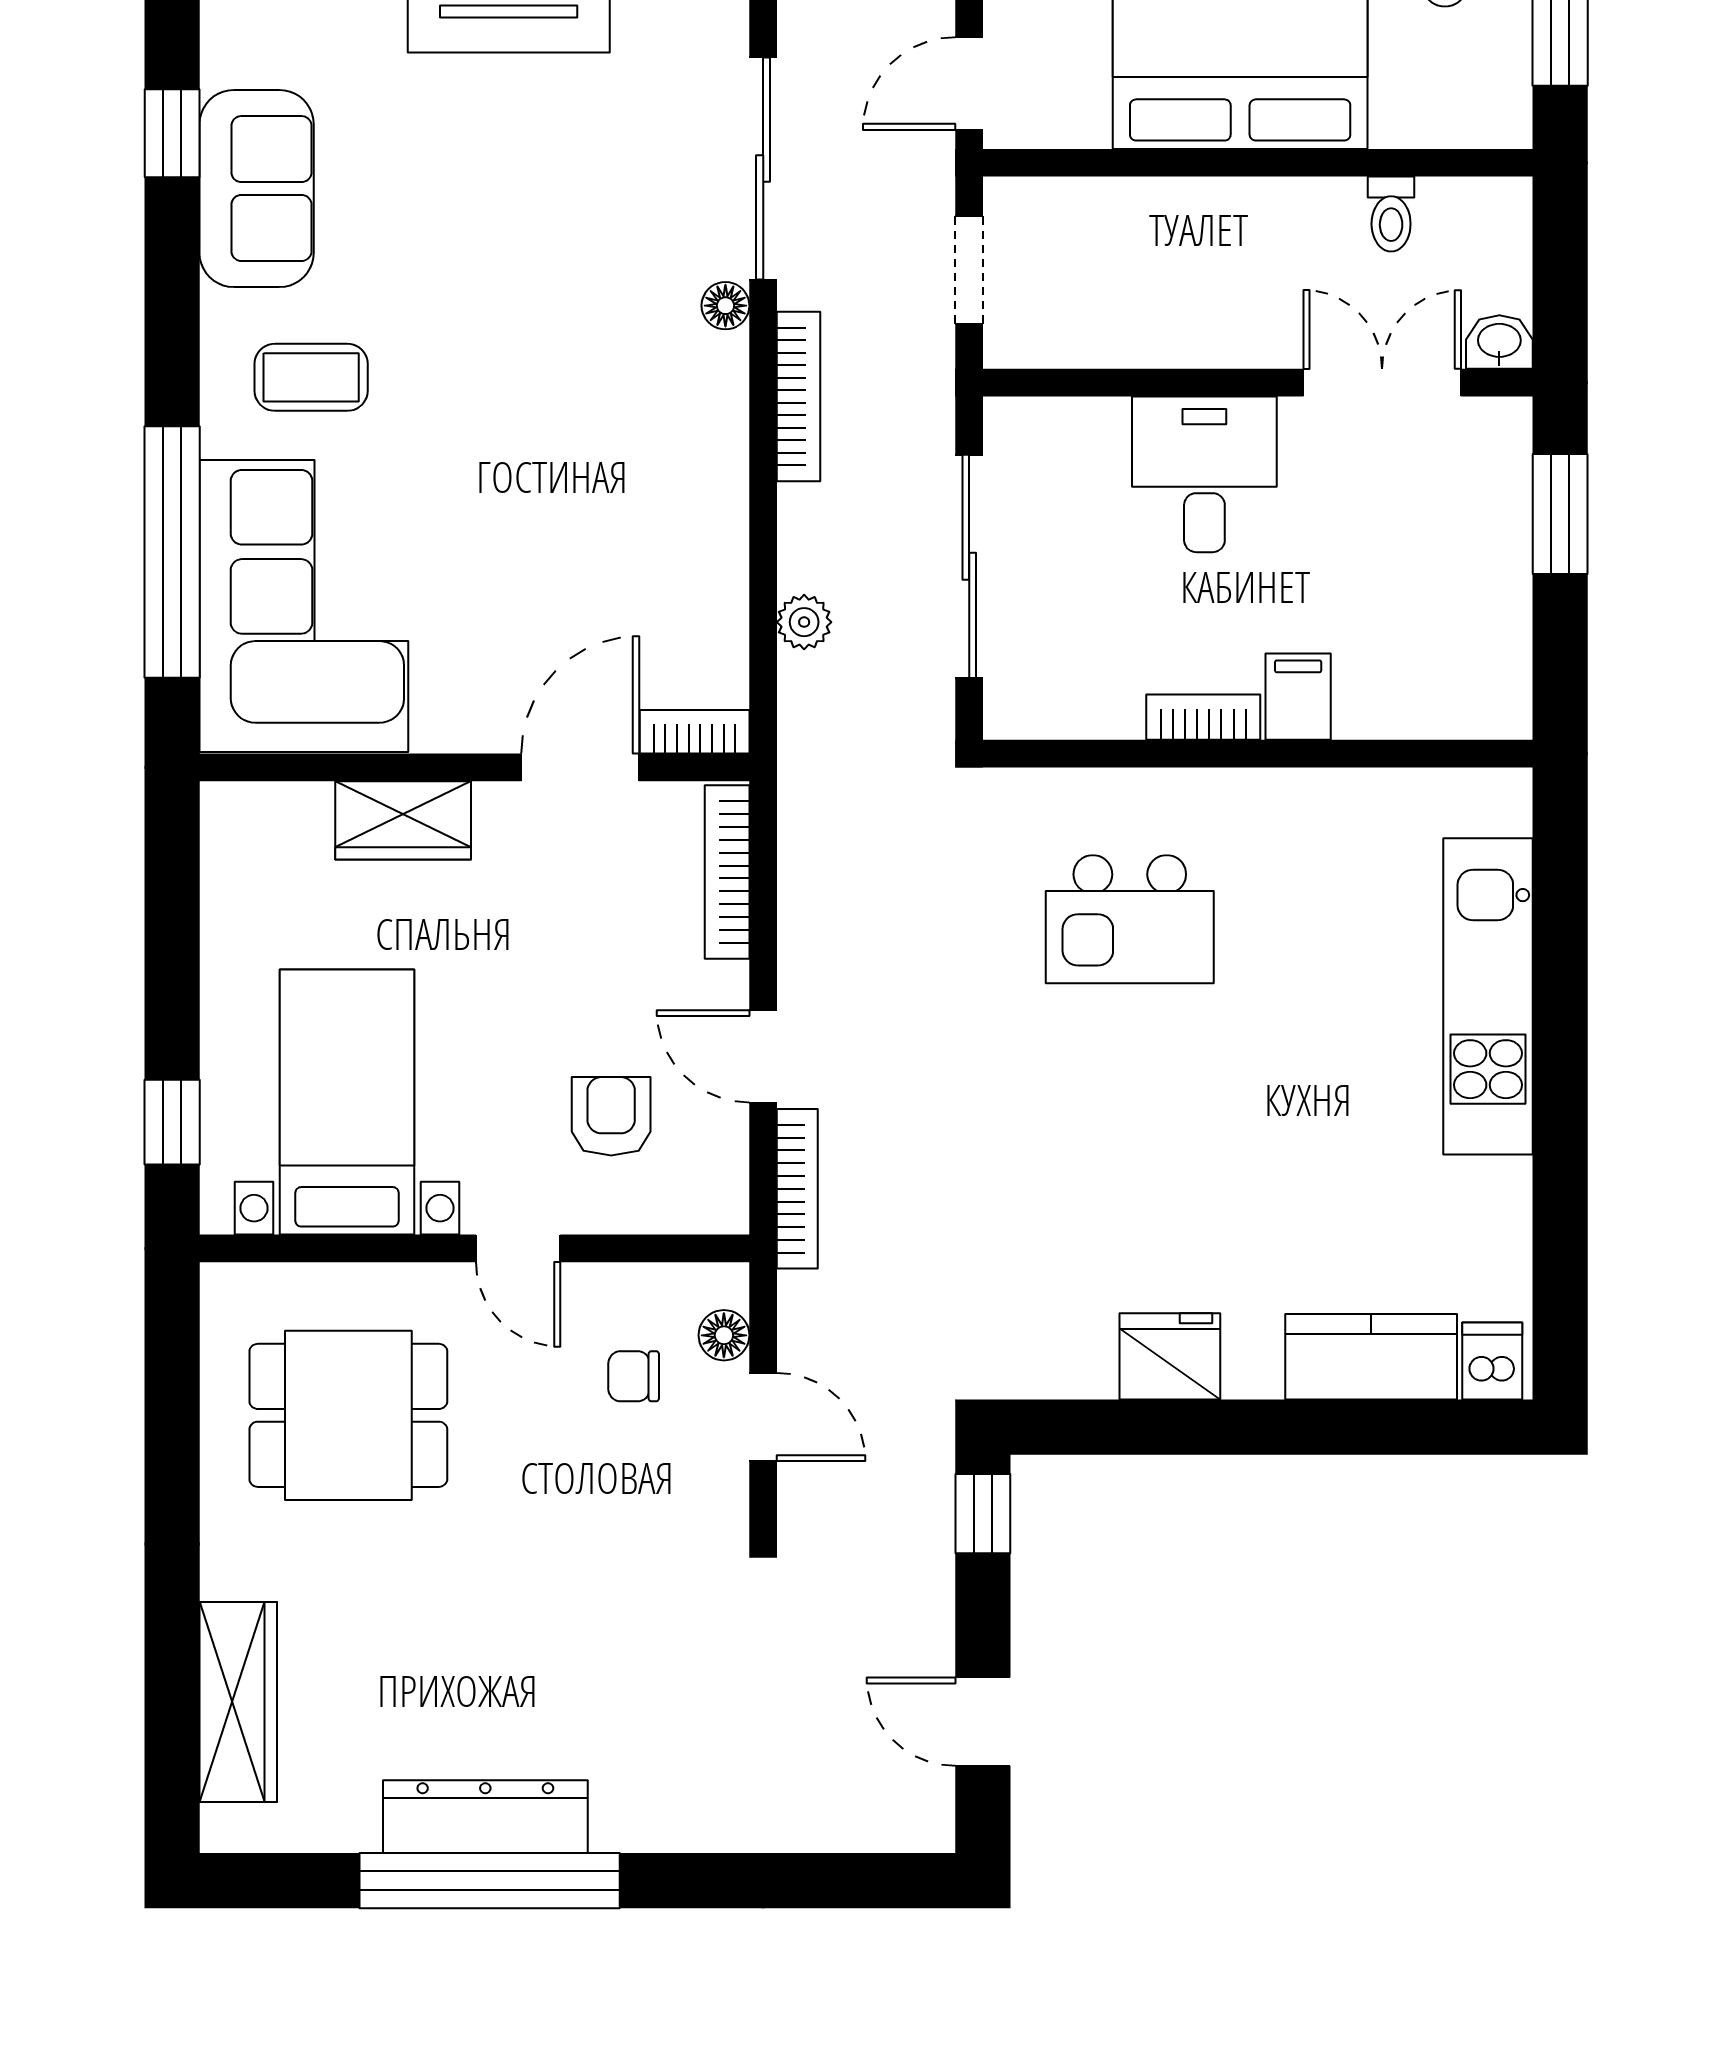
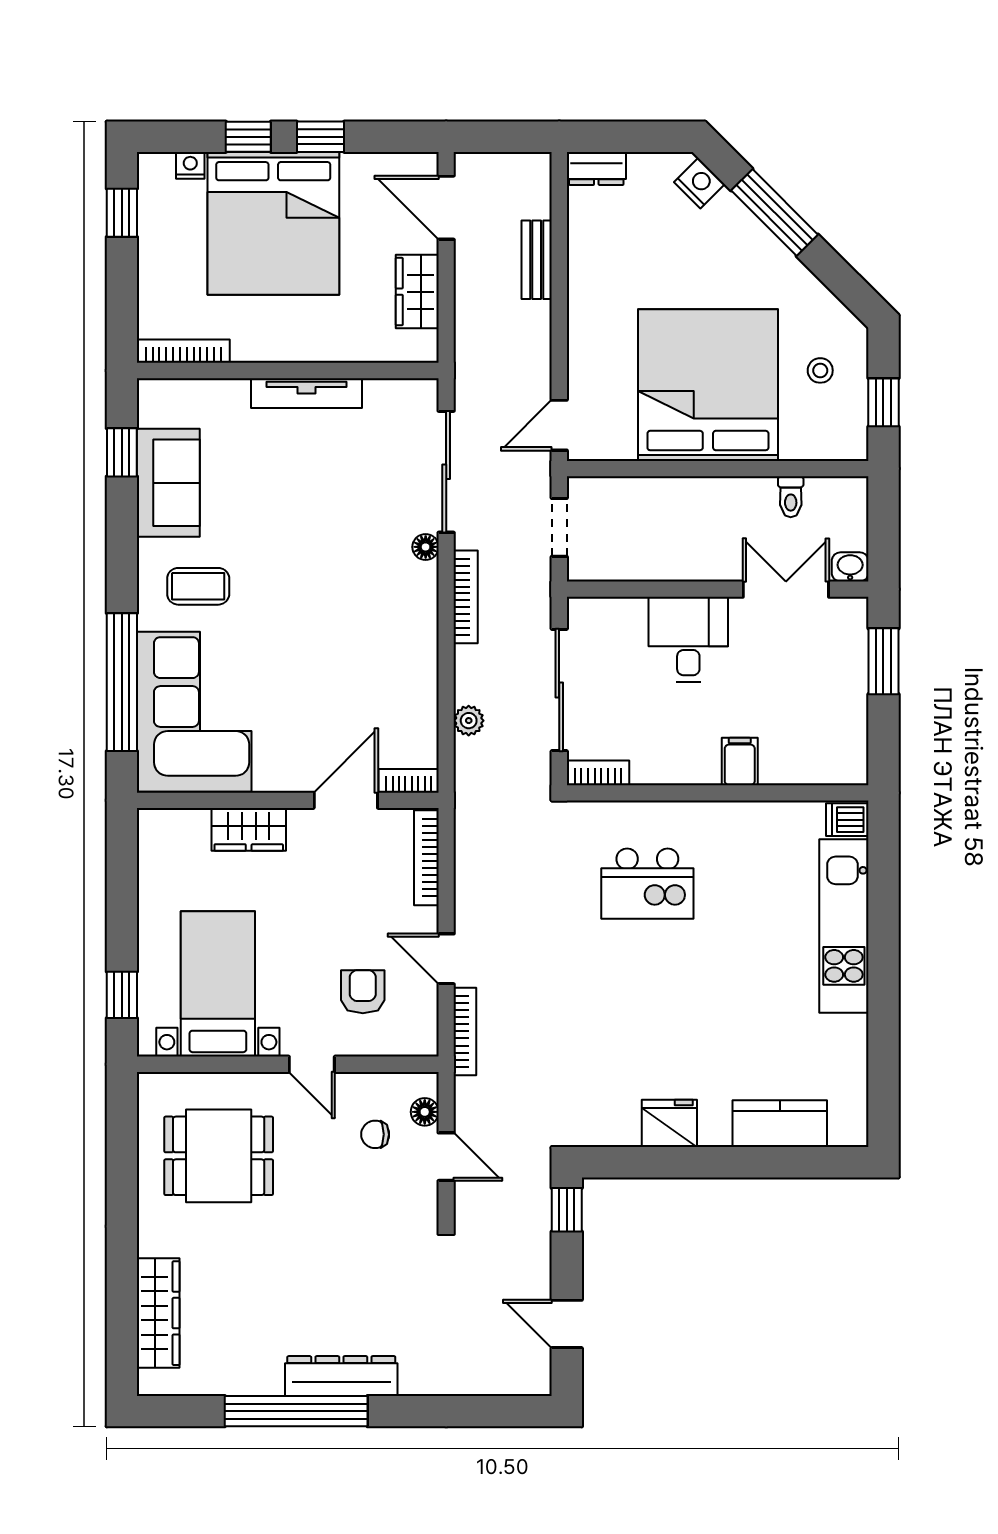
bookcase: (1203, 717) -> (598, 773), moved
dishwasher: (1492, 1361) -> (847, 820), moved, turned -90
dresser: (485, 1817) -> (341, 1376), moved

